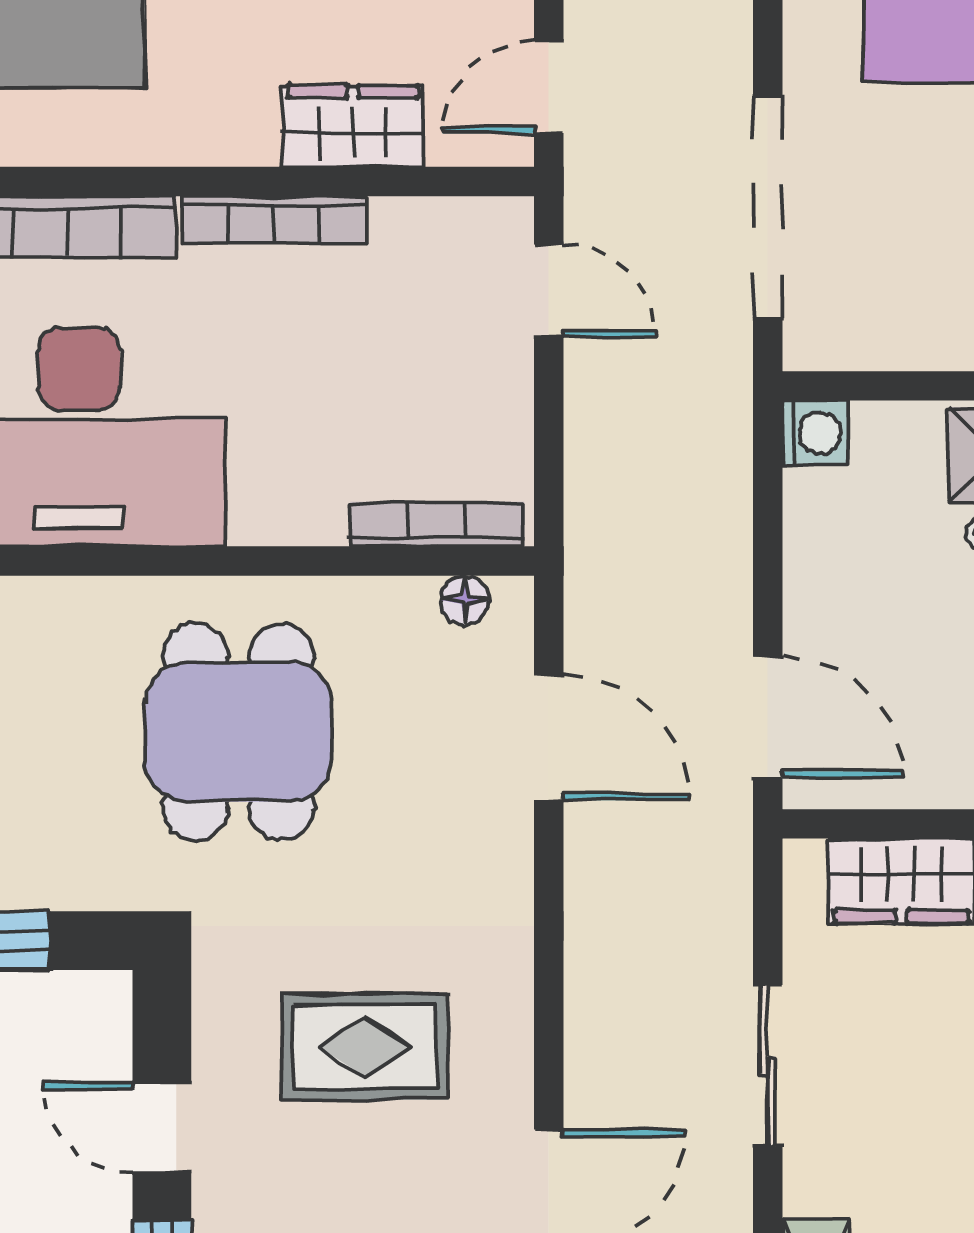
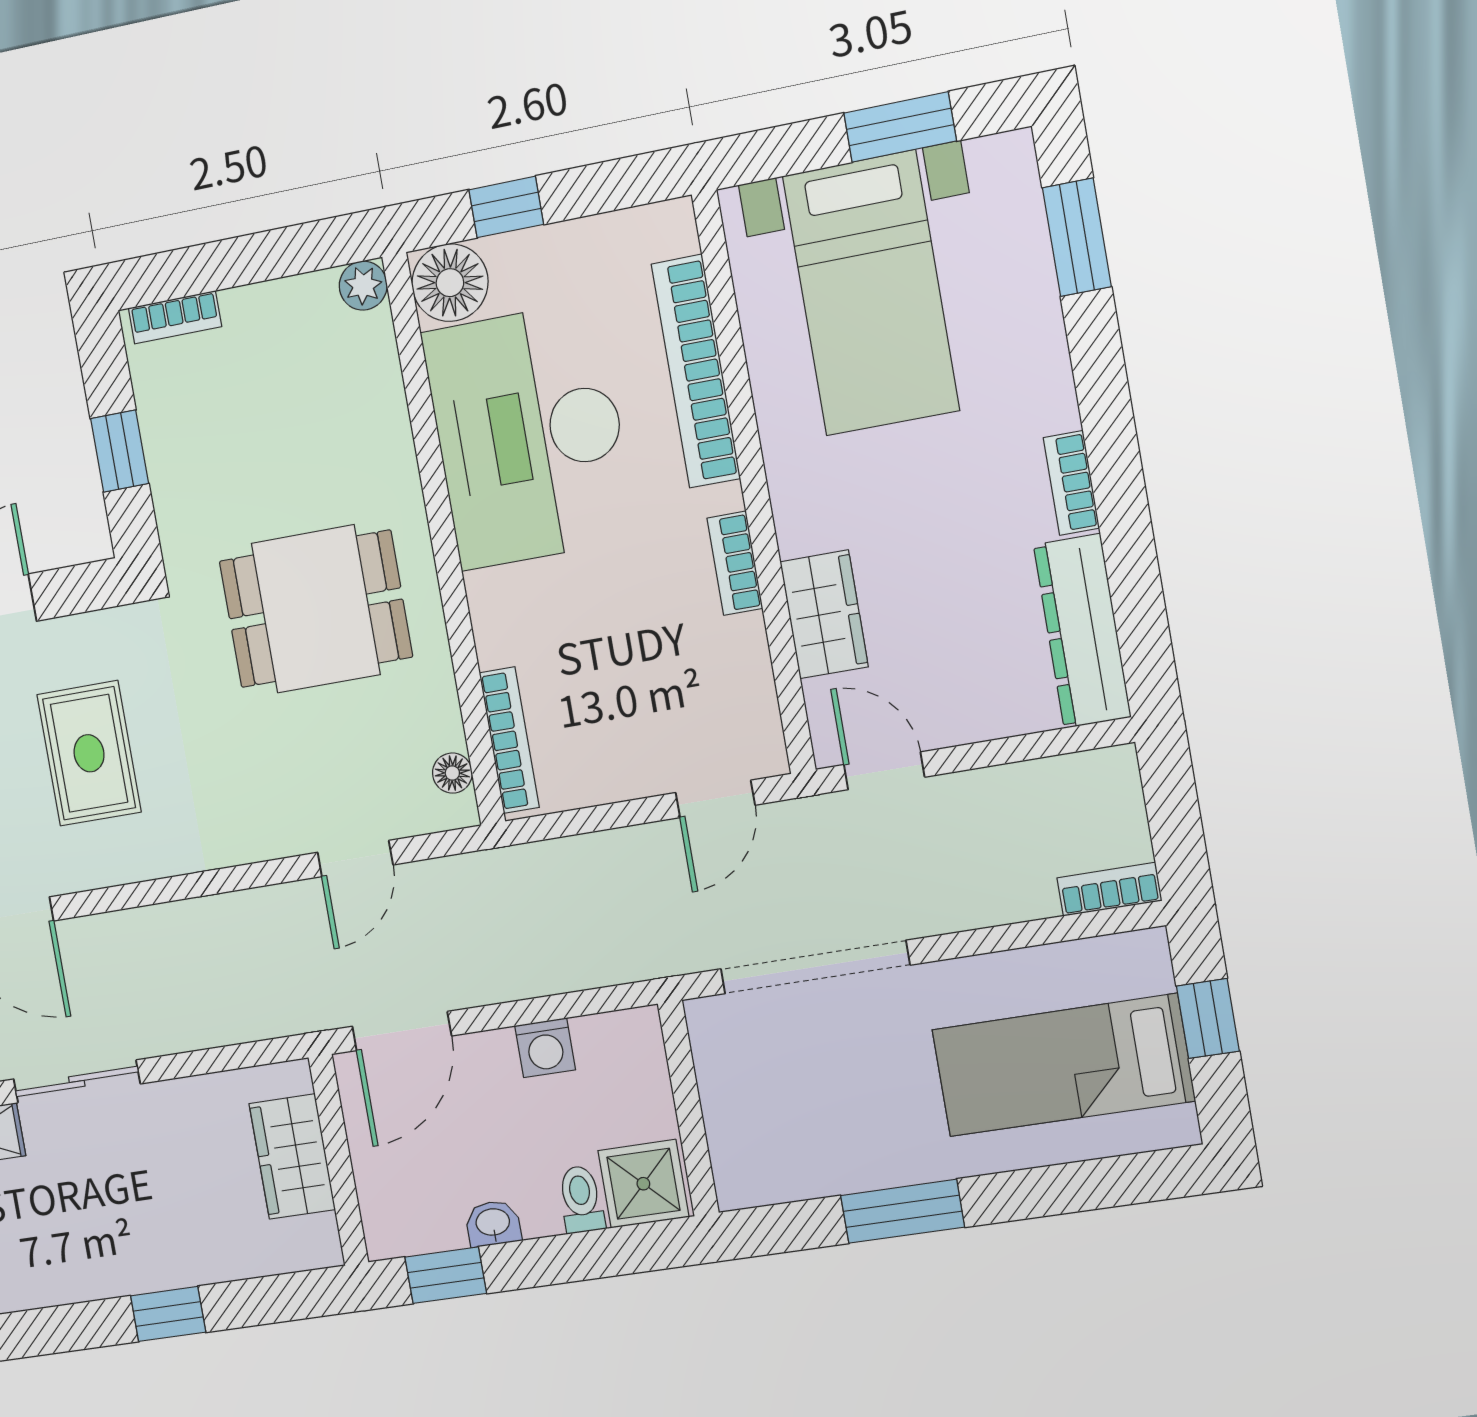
bookcase: (274, 220) -> (735, 563), width x0.64
washing machine: (815, 433) -> (545, 1048), moved
door: (549, 737) -> (355, 859), width x0.73
sliding door: (768, 1066) -> (77, 1081), moved

